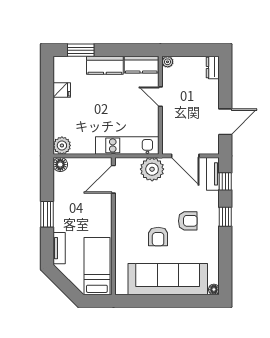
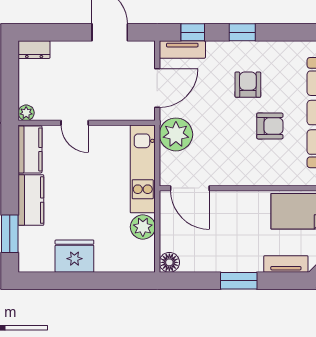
fridge: (62, 90) -> (74, 256), width x1.88, depth x1.34
door: (160, 97) -> (75, 123), hinge flipped
plant: (62, 145) -> (143, 227), moved

